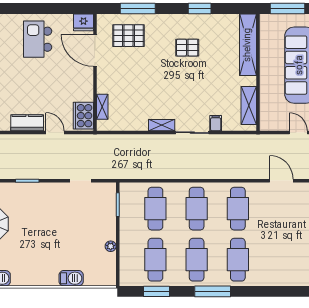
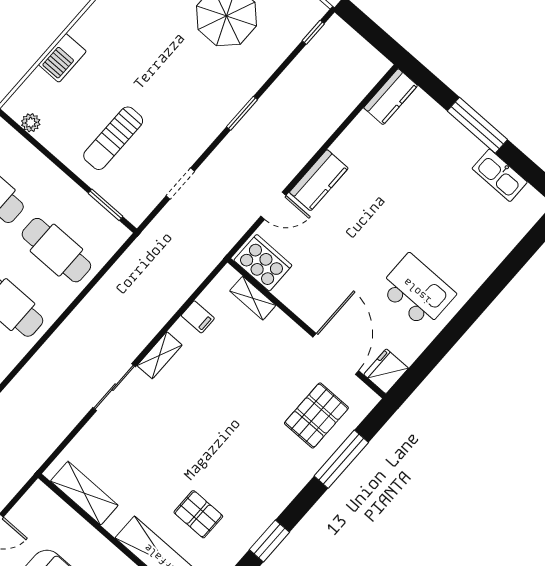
pallet: (187, 48) -> (198, 514), moved, turned 90
door: (95, 50) -> (336, 354), hinge flipped
filing cabinet: (216, 123) -> (198, 317), moved
sun lounger: (86, 226) -> (113, 138), added
plant: (111, 246) -> (31, 123), moved

